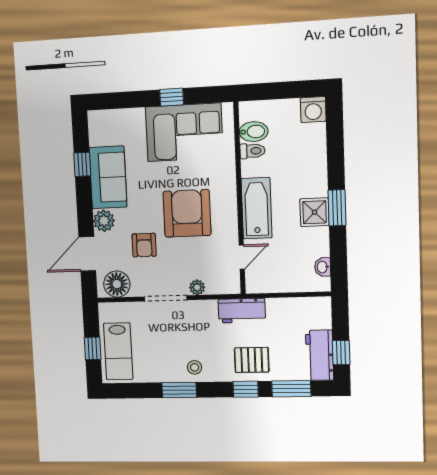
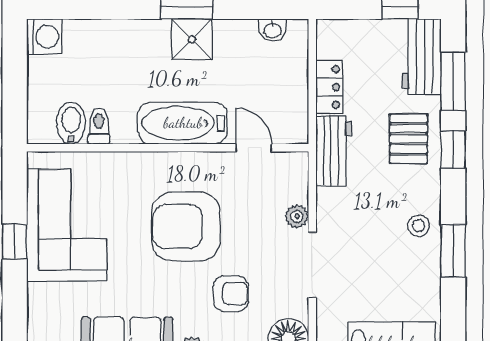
locker: (285, 307) -> (329, 87), added
workbench: (320, 355) -> (421, 57), moved, turned 90

